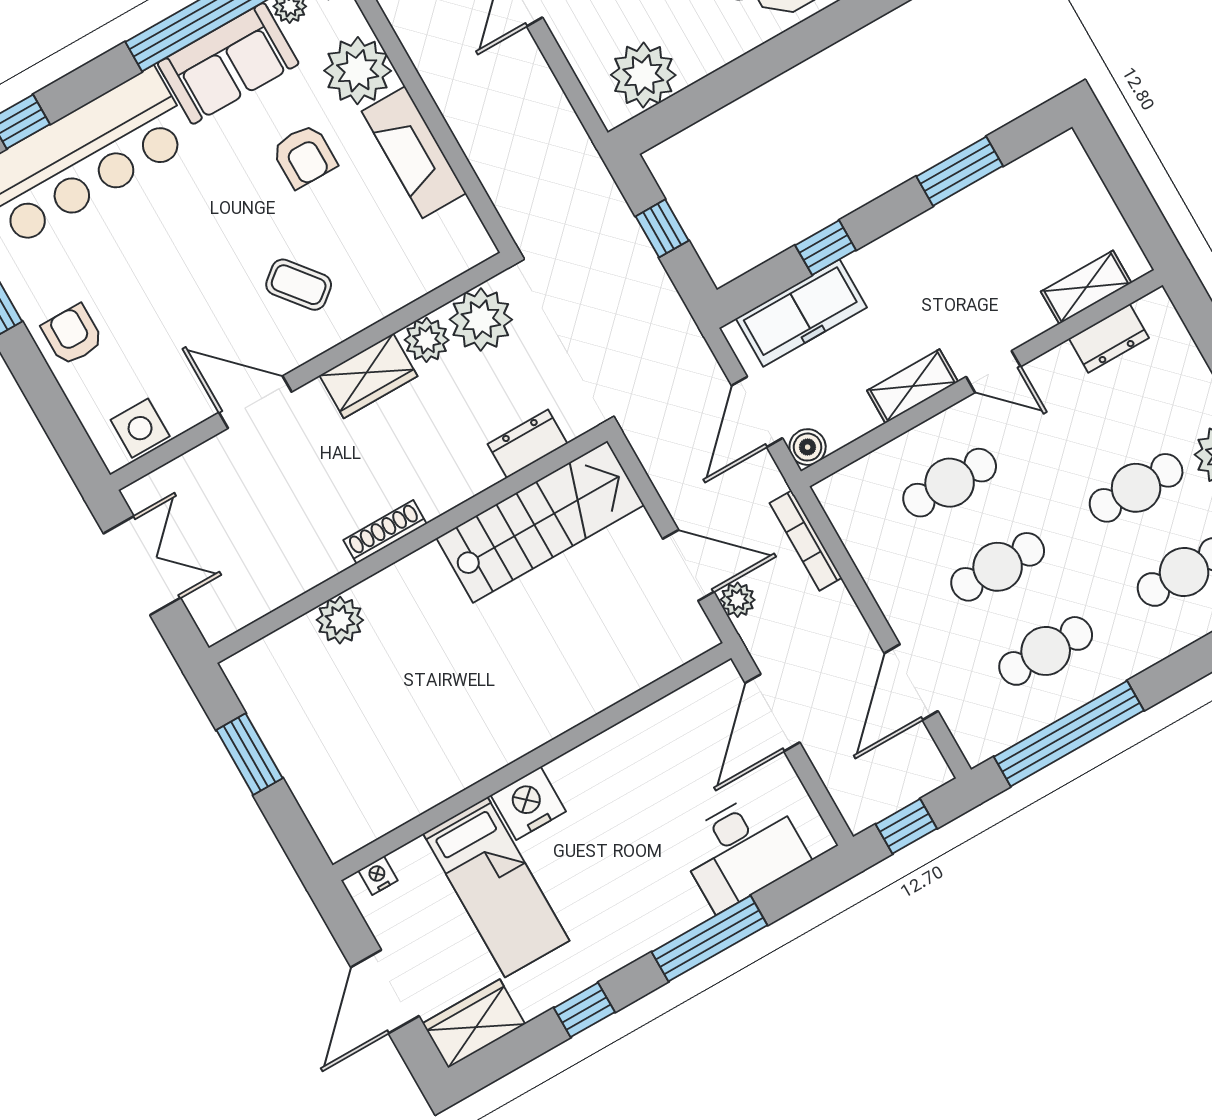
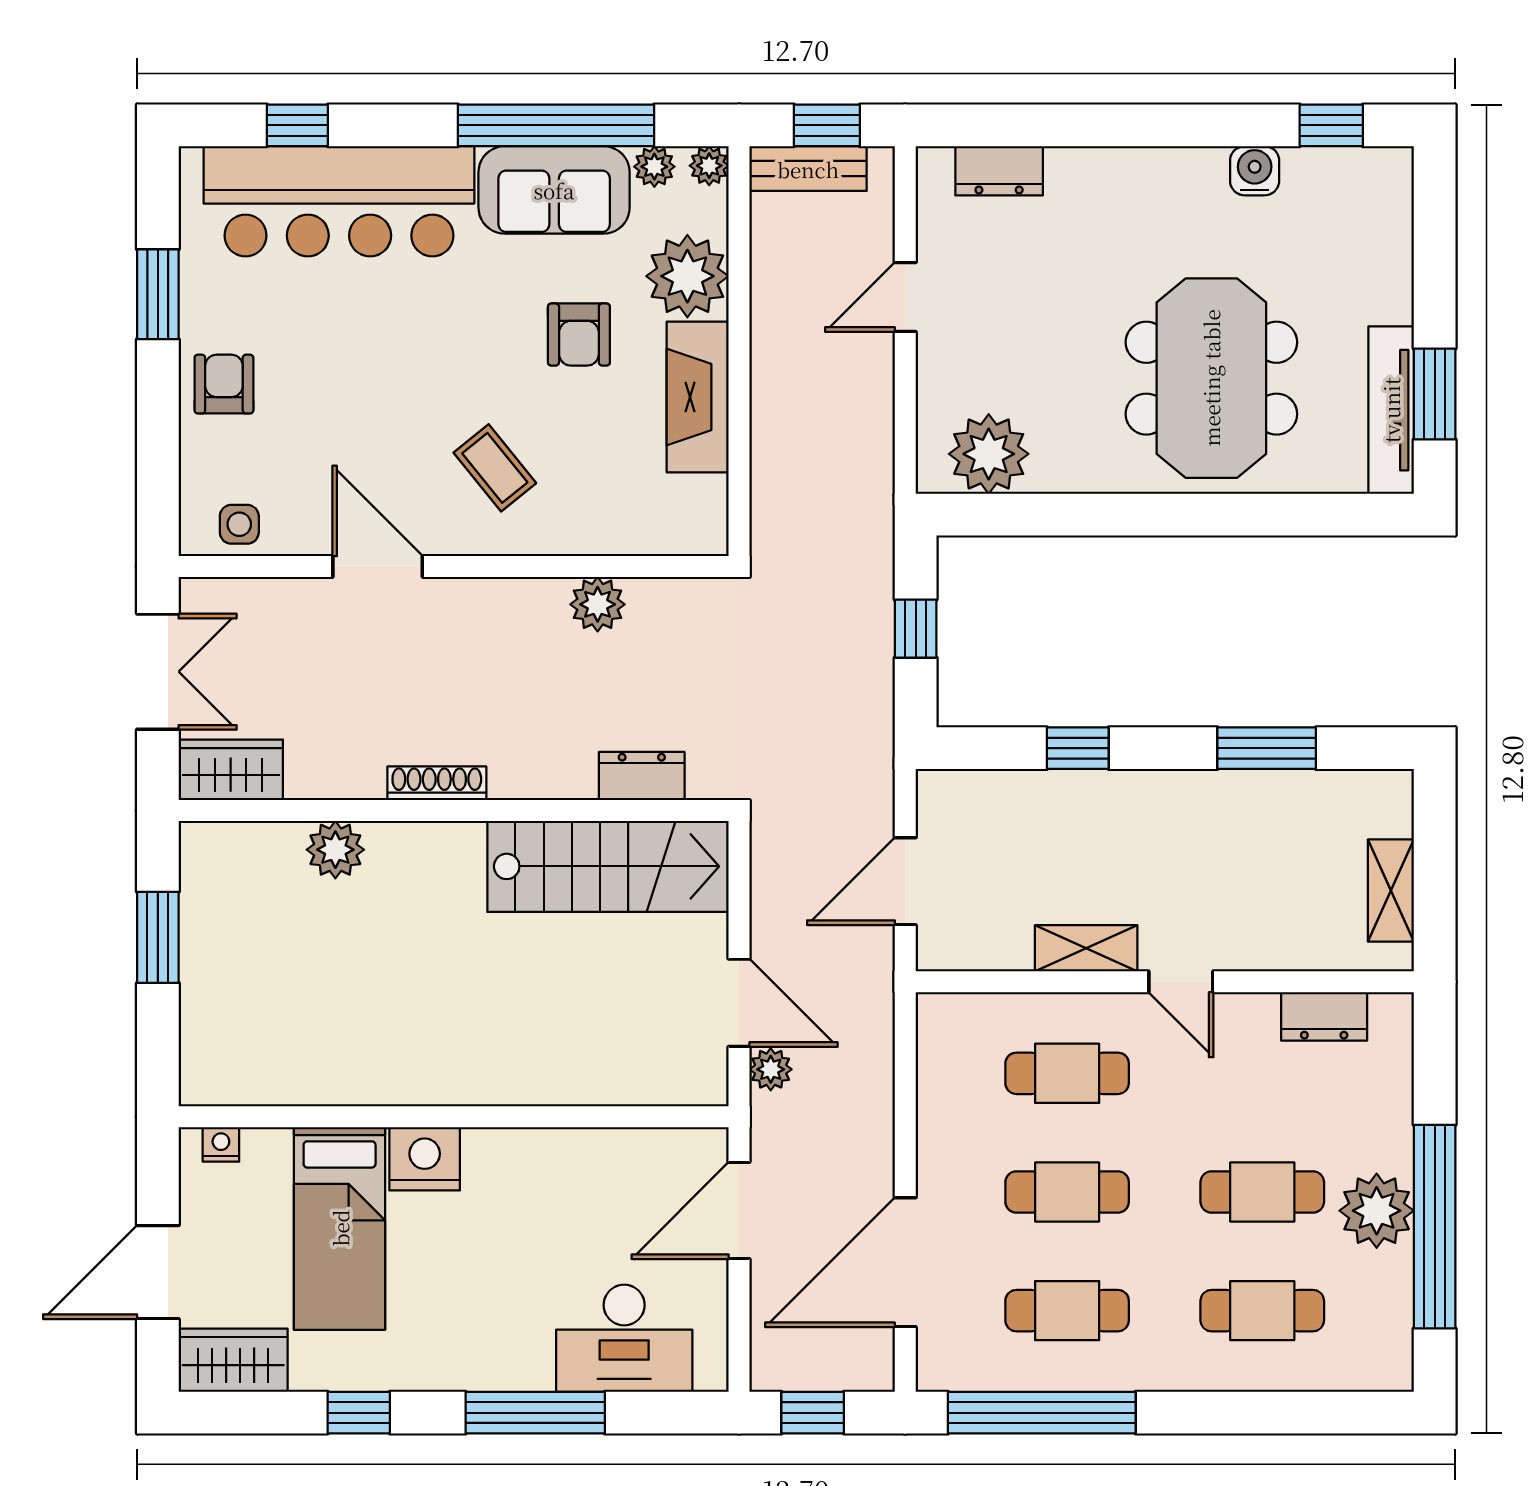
shelving: (1086, 287) -> (1391, 890), moved, turned 90
freezer: (801, 313) -> (1012, 803), removed
plant: (481, 320) -> (668, 615), removed
wardrobe: (368, 376) -> (231, 770), moved, turned 180
side table: (140, 428) -> (239, 524), width x0.73, depth x0.73
boiler: (808, 447) -> (938, 949), removed
bookcase: (806, 541) -> (879, 1048), removed
door: (911, 682) -> (905, 1262), width x1.36

